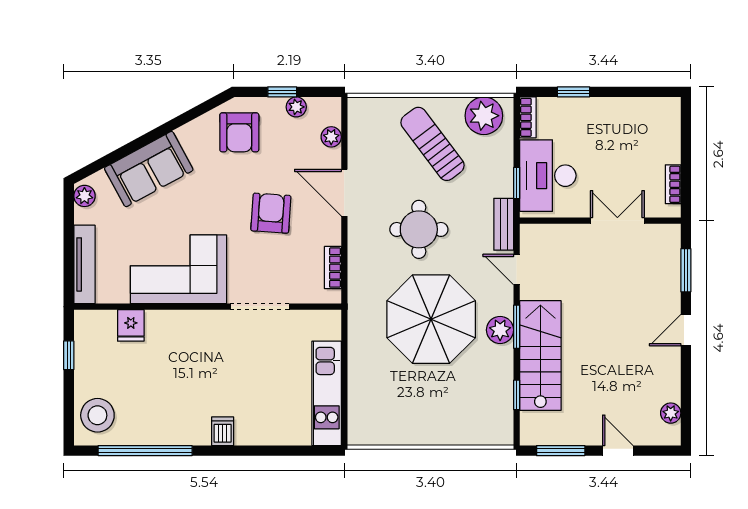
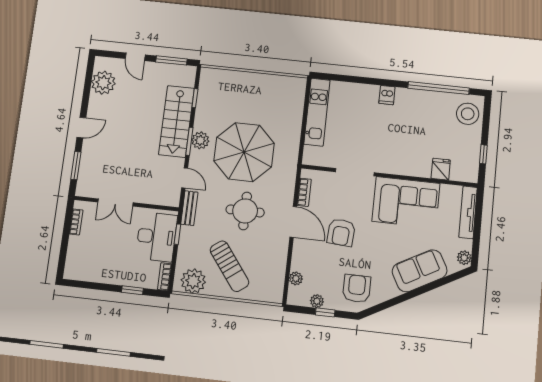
door: (344, 193) -> (293, 222), moved
plant: (671, 413) -> (103, 83), width x1.88, depth x1.88

